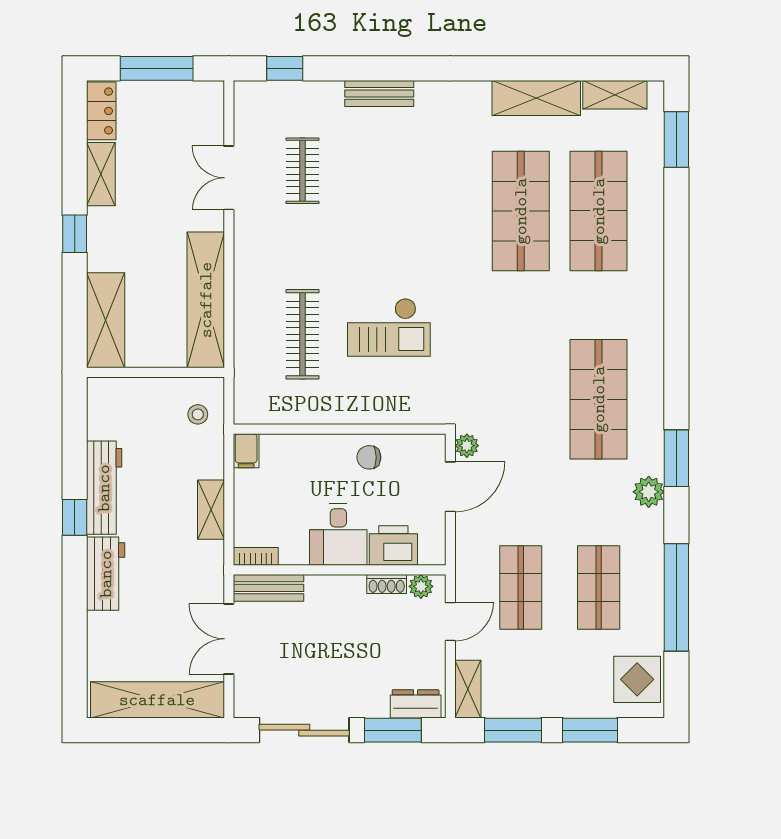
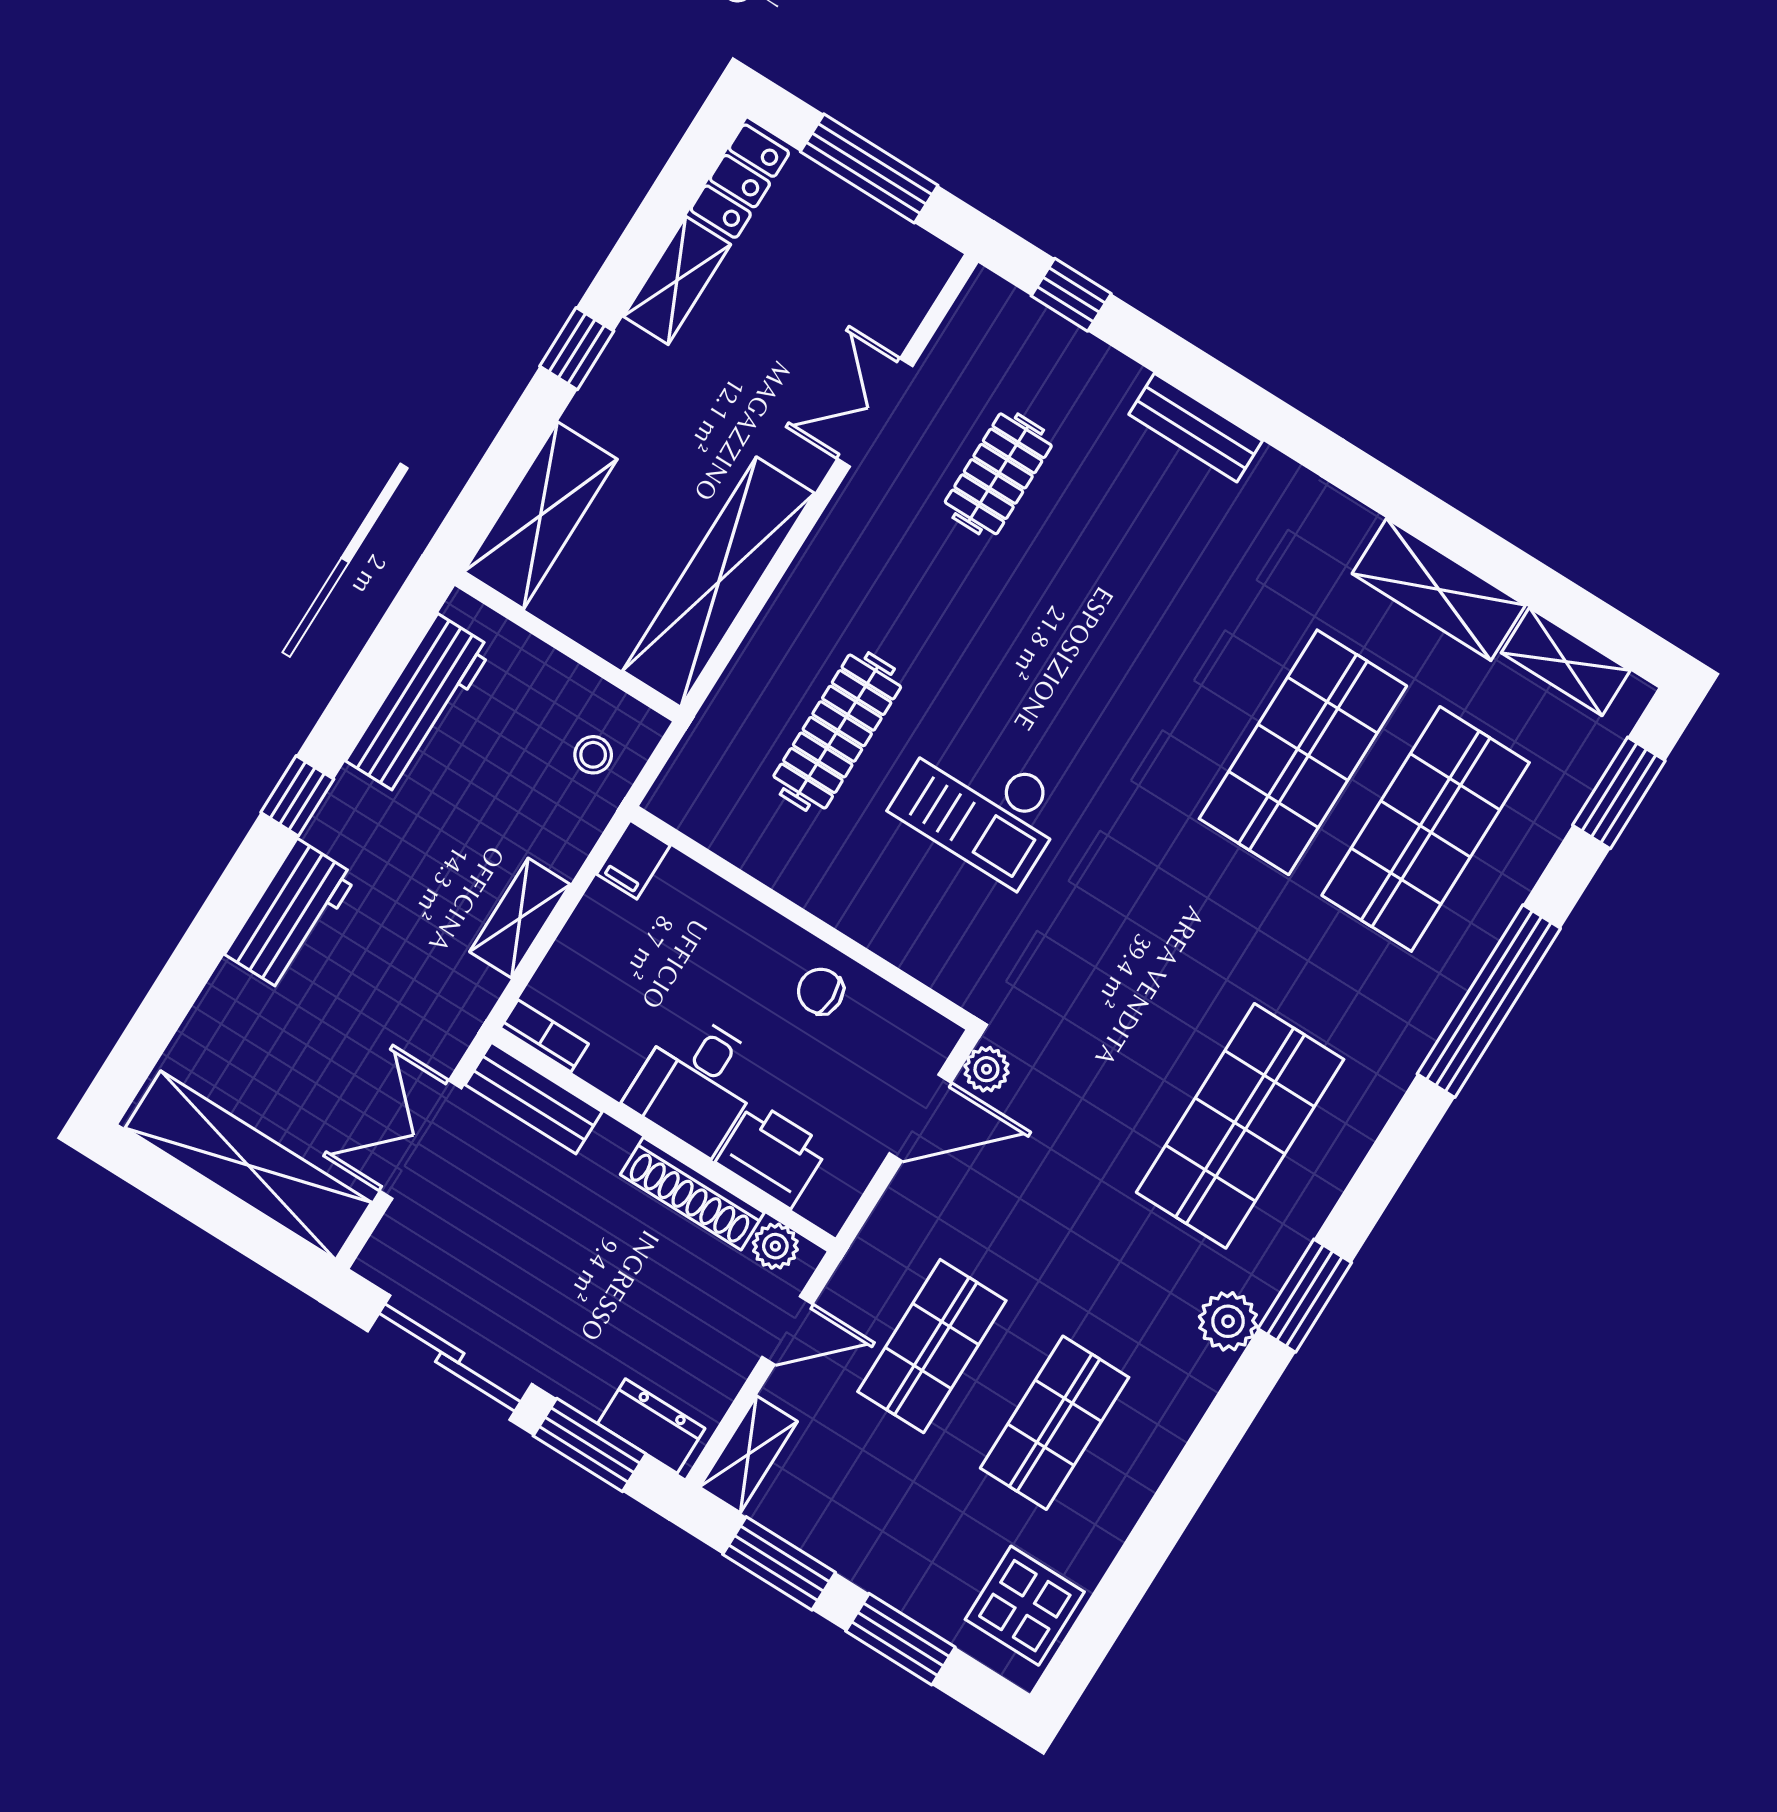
workbench: (104, 488) -> (419, 704), moved
shoe rack: (387, 584) -> (692, 1194), width x1.94, depth x1.24
window: (676, 597) -> (1489, 1001), moved

